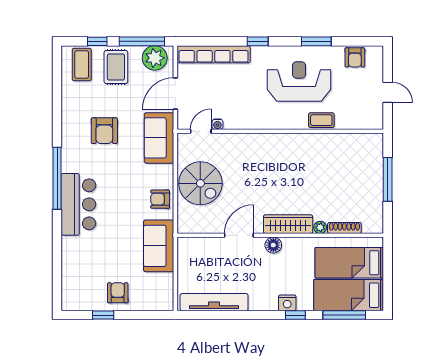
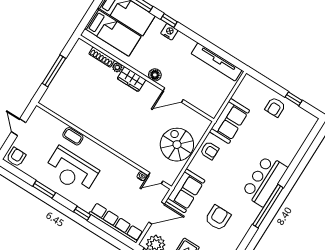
armchair: (355, 57) -> (16, 157), moved
wardrobe: (288, 224) -> (131, 79), width x0.67

